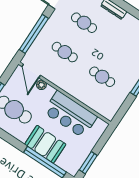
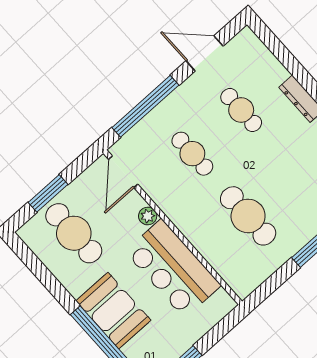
cafe table: (102, 77) -> (248, 216), width x1.37, depth x1.35
plant: (41, 85) -> (148, 216), moved

